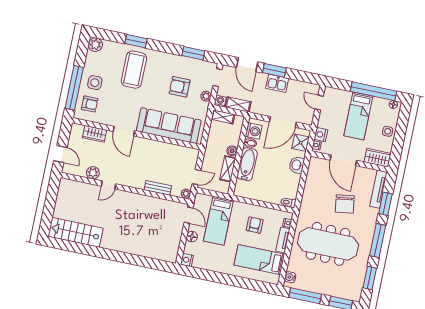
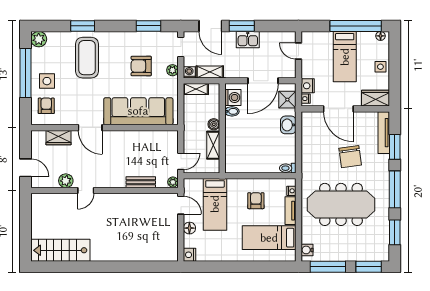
window: (74, 88) -> (26, 73), moved
armchair: (90, 104) -> (46, 106), turned -90
bathtub: (247, 164) -> (234, 136), removed

